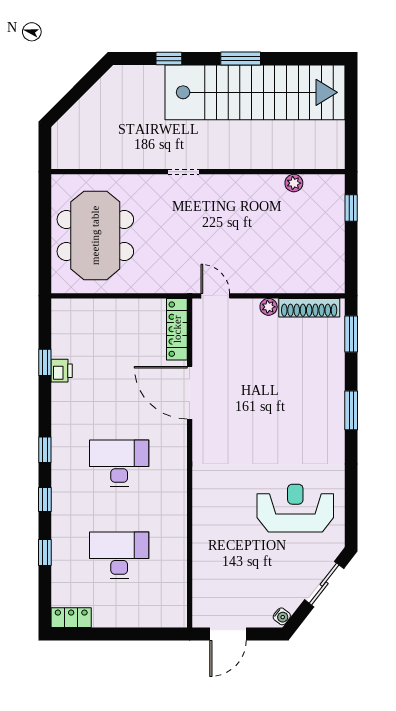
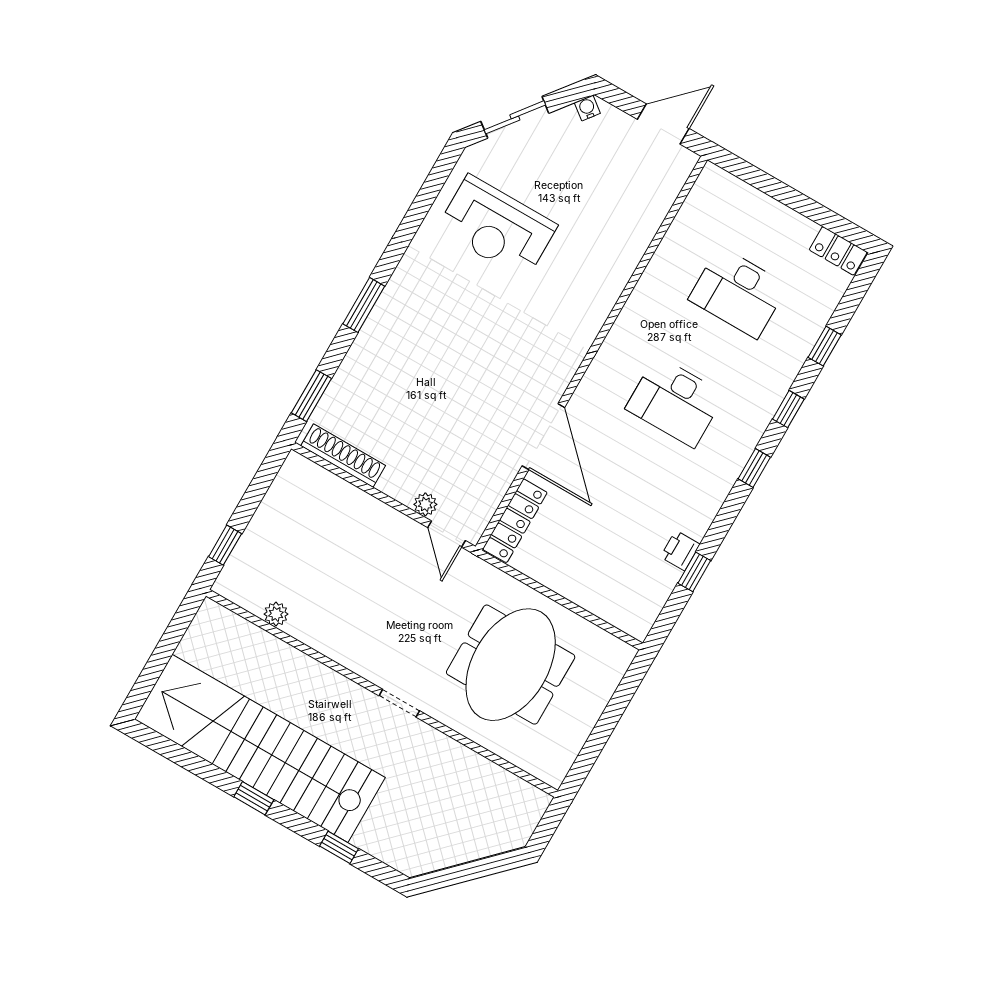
window: (241, 59) -> (254, 798), width x0.67
meeting table: (95, 235) -> (511, 665), moved
plant: (269, 307) -> (425, 504), moved

